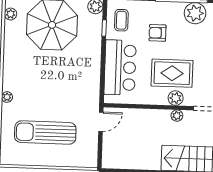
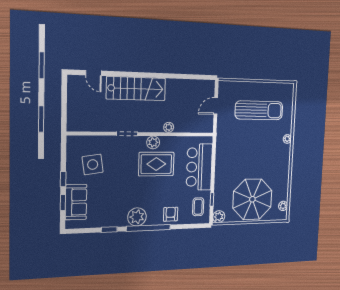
armchair: (158, 33) -> (171, 214), moved, turned -90
plant: (177, 116) -> (169, 127), moved
door: (101, 122) -> (216, 106), moved

